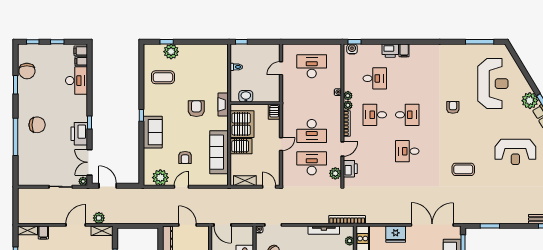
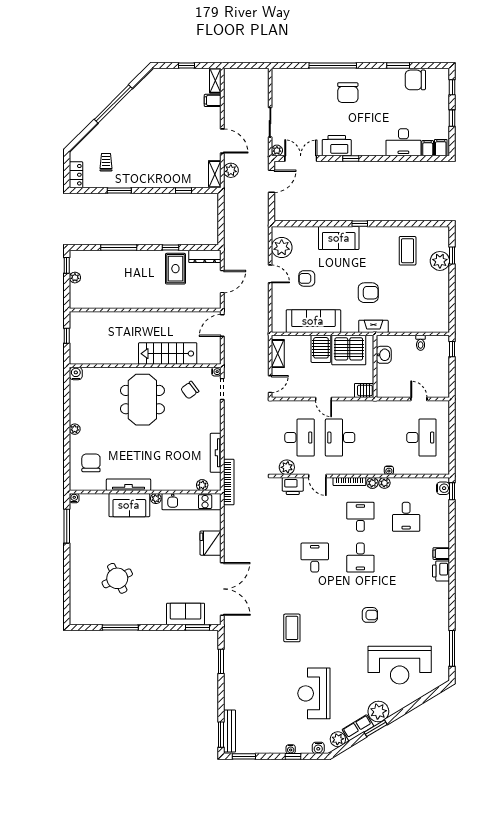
printer: (390, 51) -> (441, 571), moved

